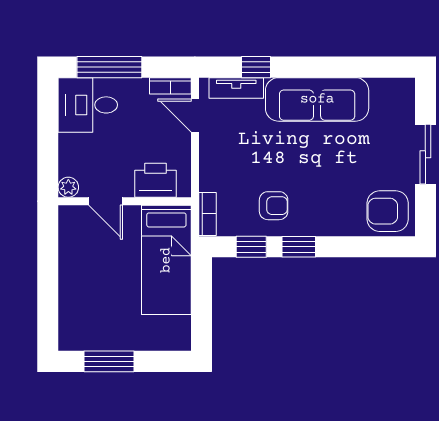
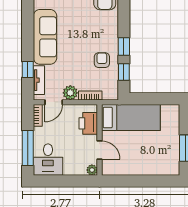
plant: (213, 147) -> (70, 93), added
door: (106, 201) -> (100, 150), hinge flipped
bookcase: (208, 214) -> (90, 95), moved

